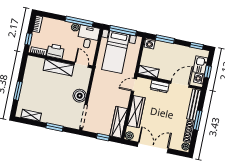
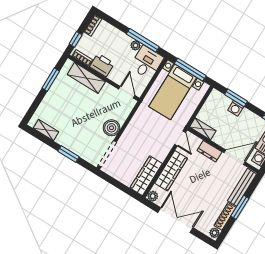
washing machine: (150, 43) -> (236, 108), moved
shelving: (59, 68) -> (86, 78), moved
door: (134, 85) -> (180, 138), swing flipped
window: (18, 91) -> (51, 80), moved
window: (103, 137) -> (121, 187), removed

